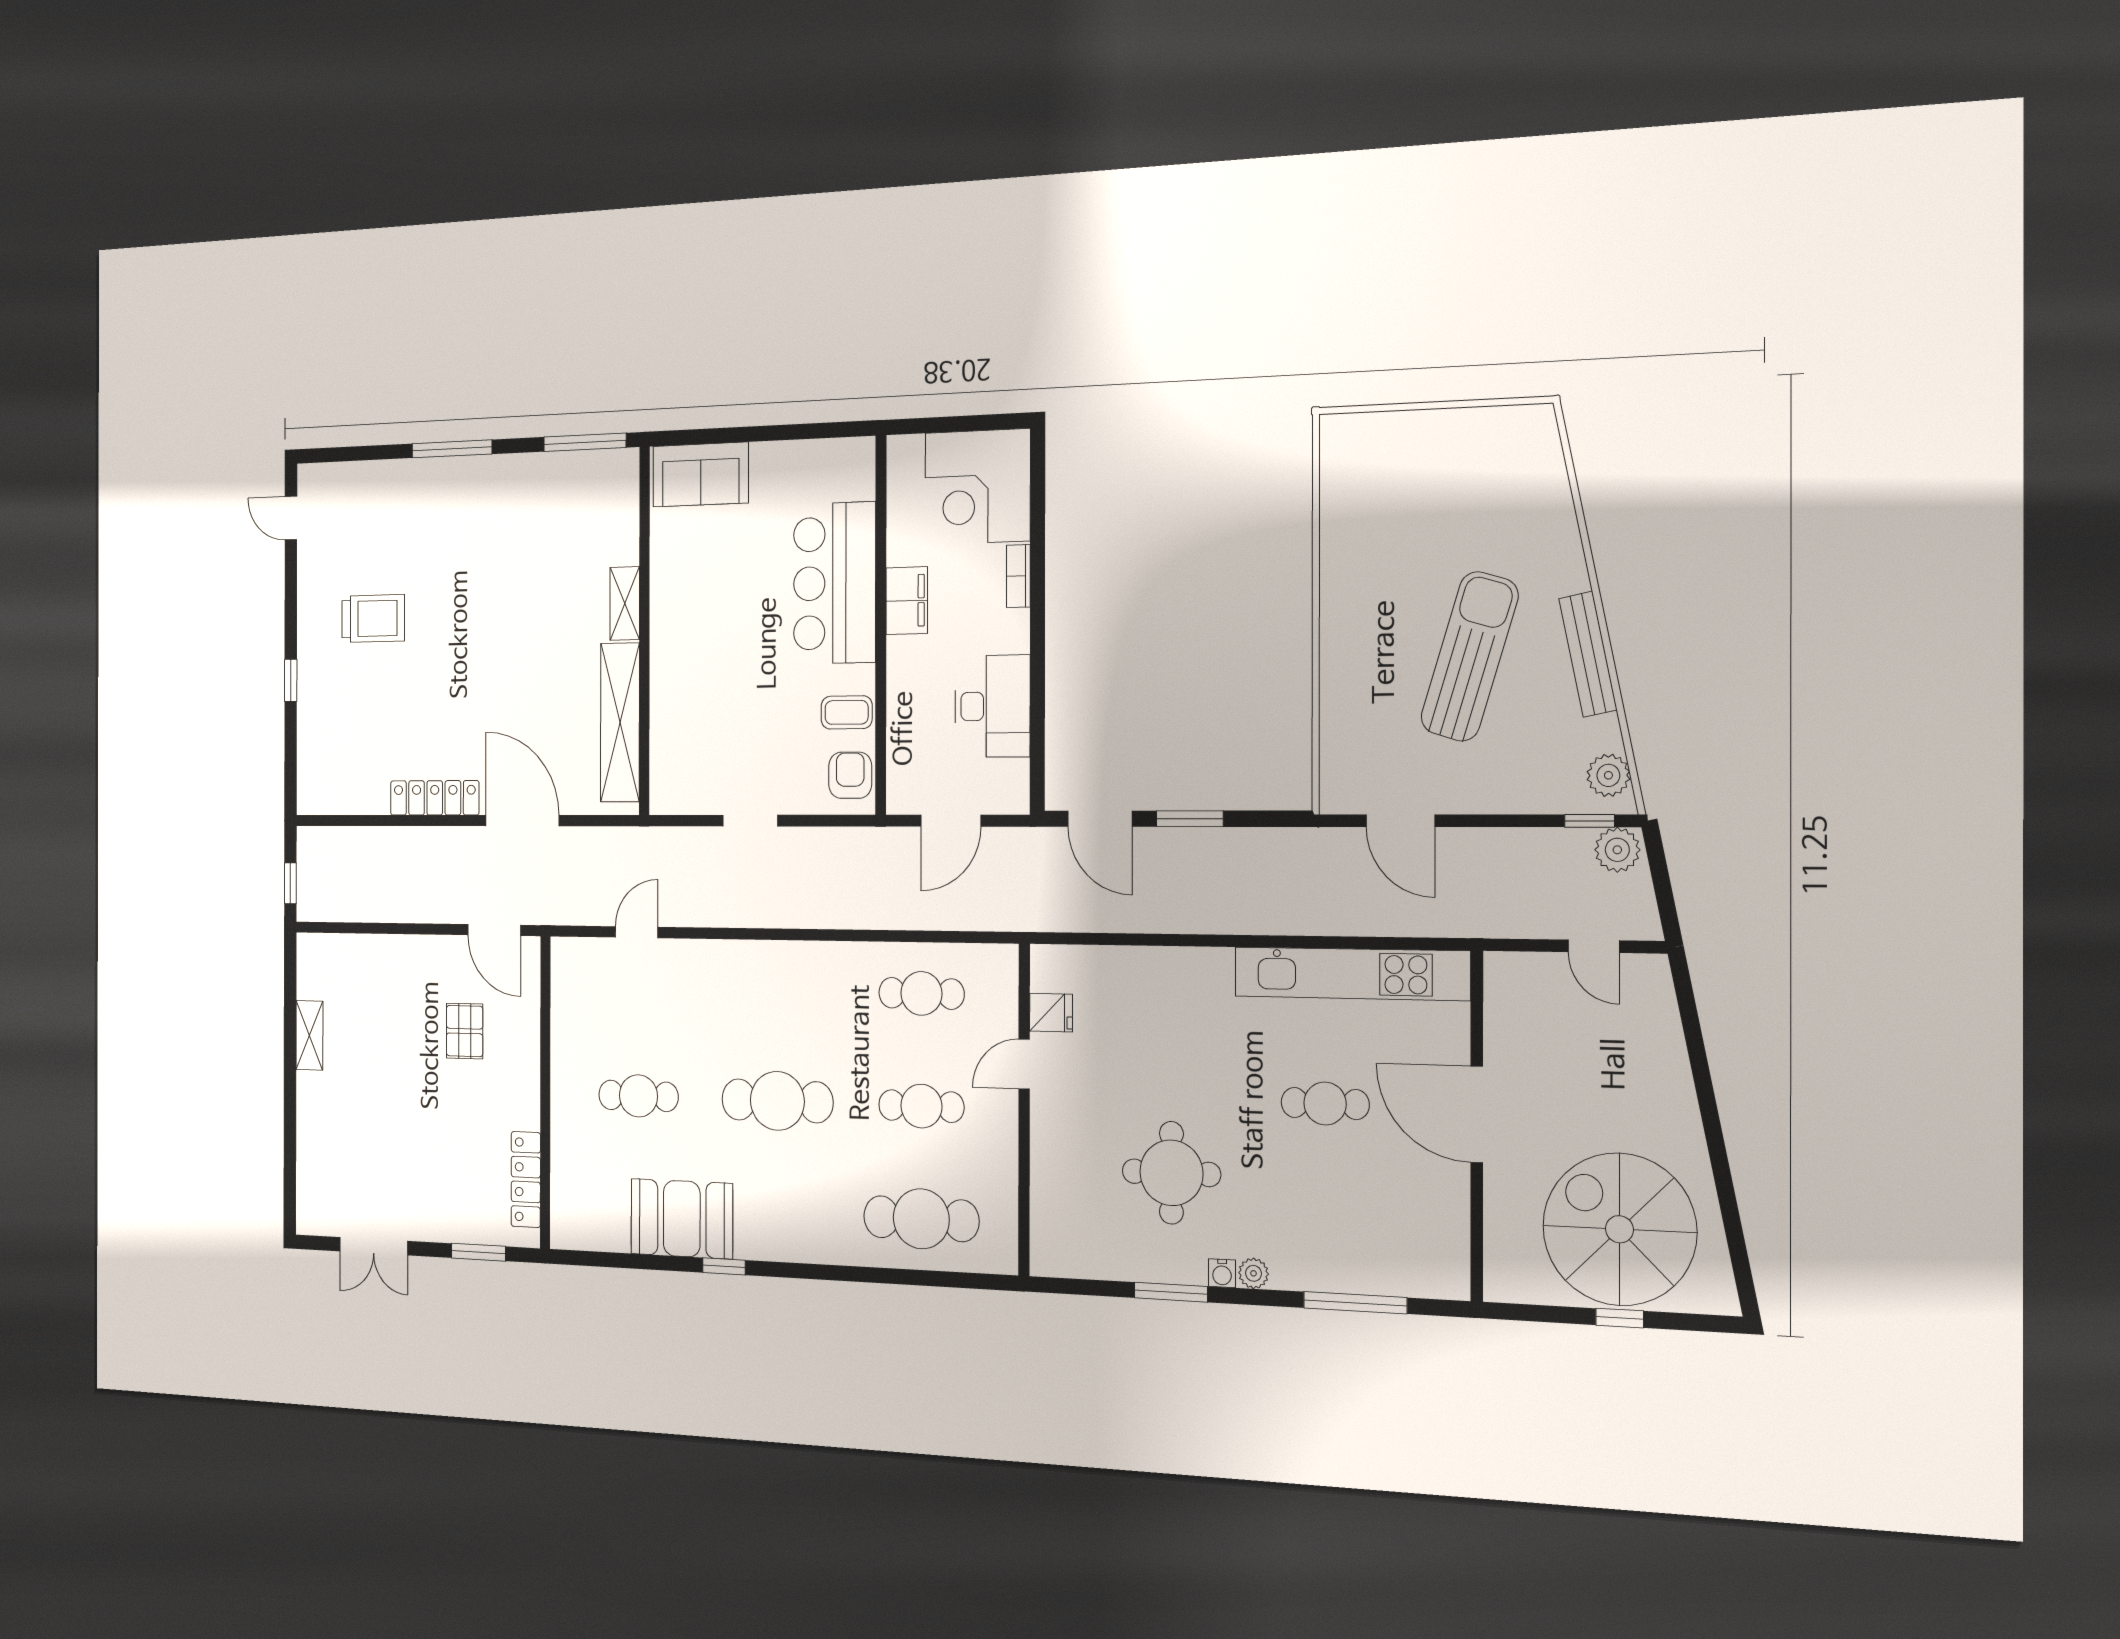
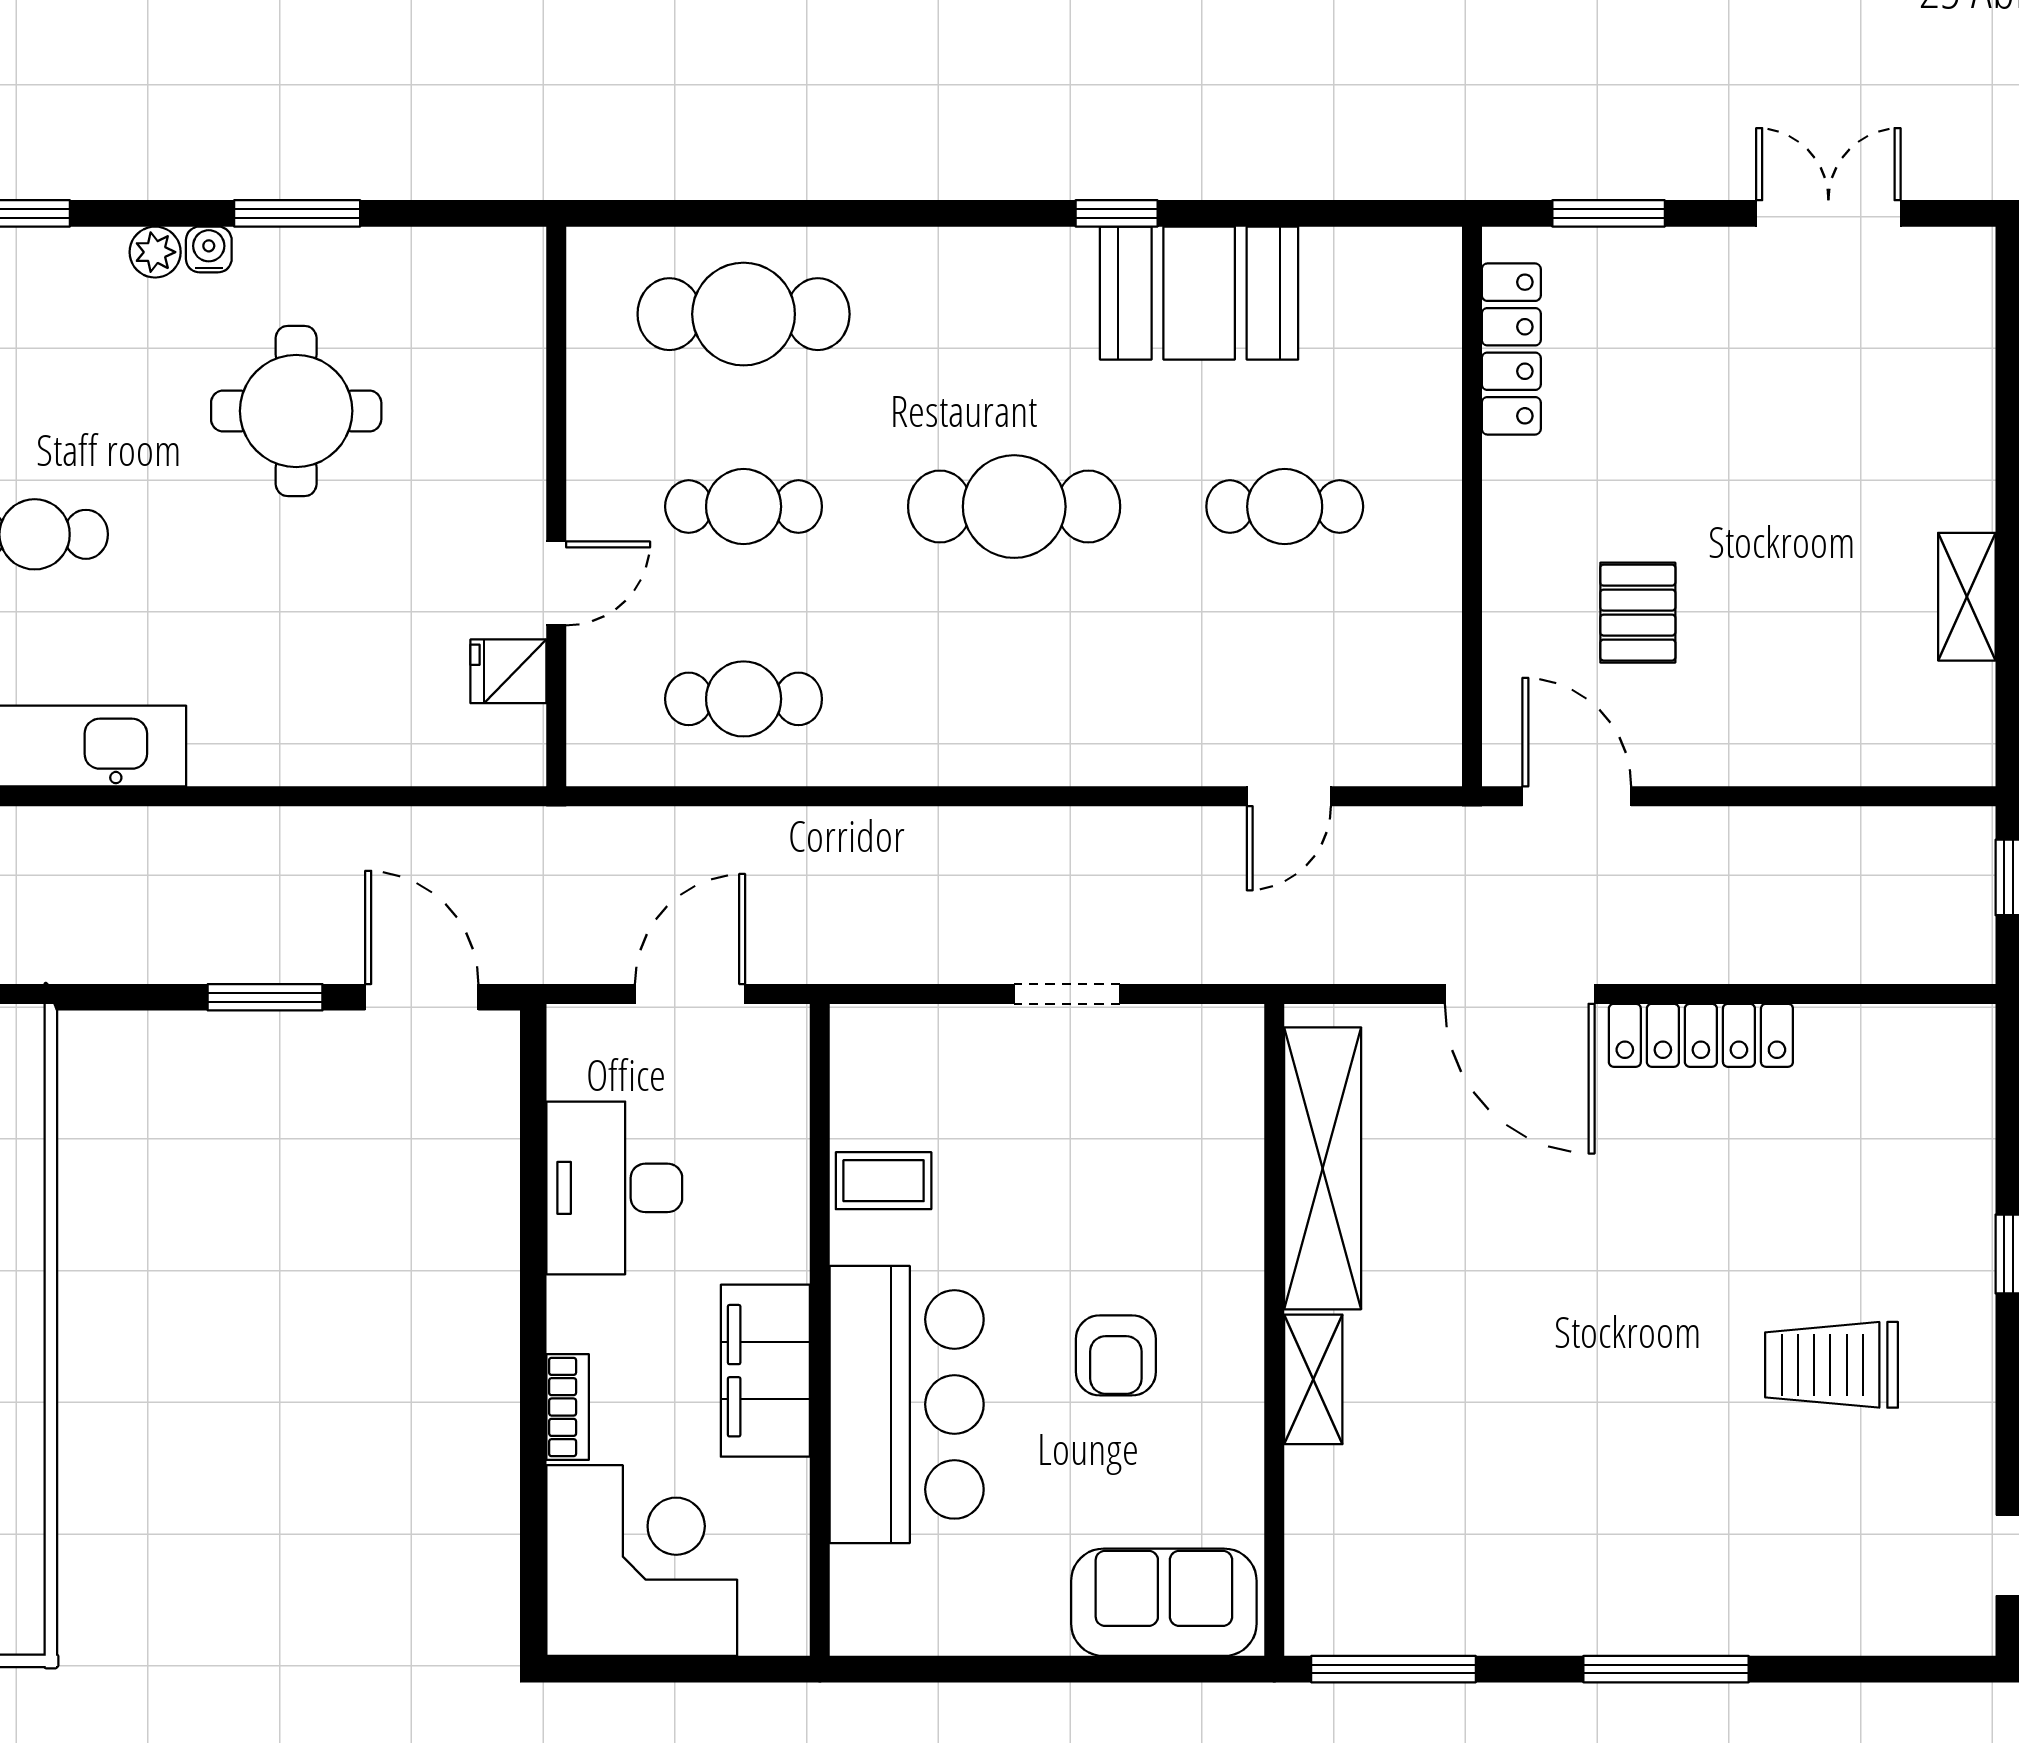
filing cabinet: (907, 601) -> (765, 1371), width x1.50, depth x1.17
armchair: (850, 775) -> (1116, 1355), moved

